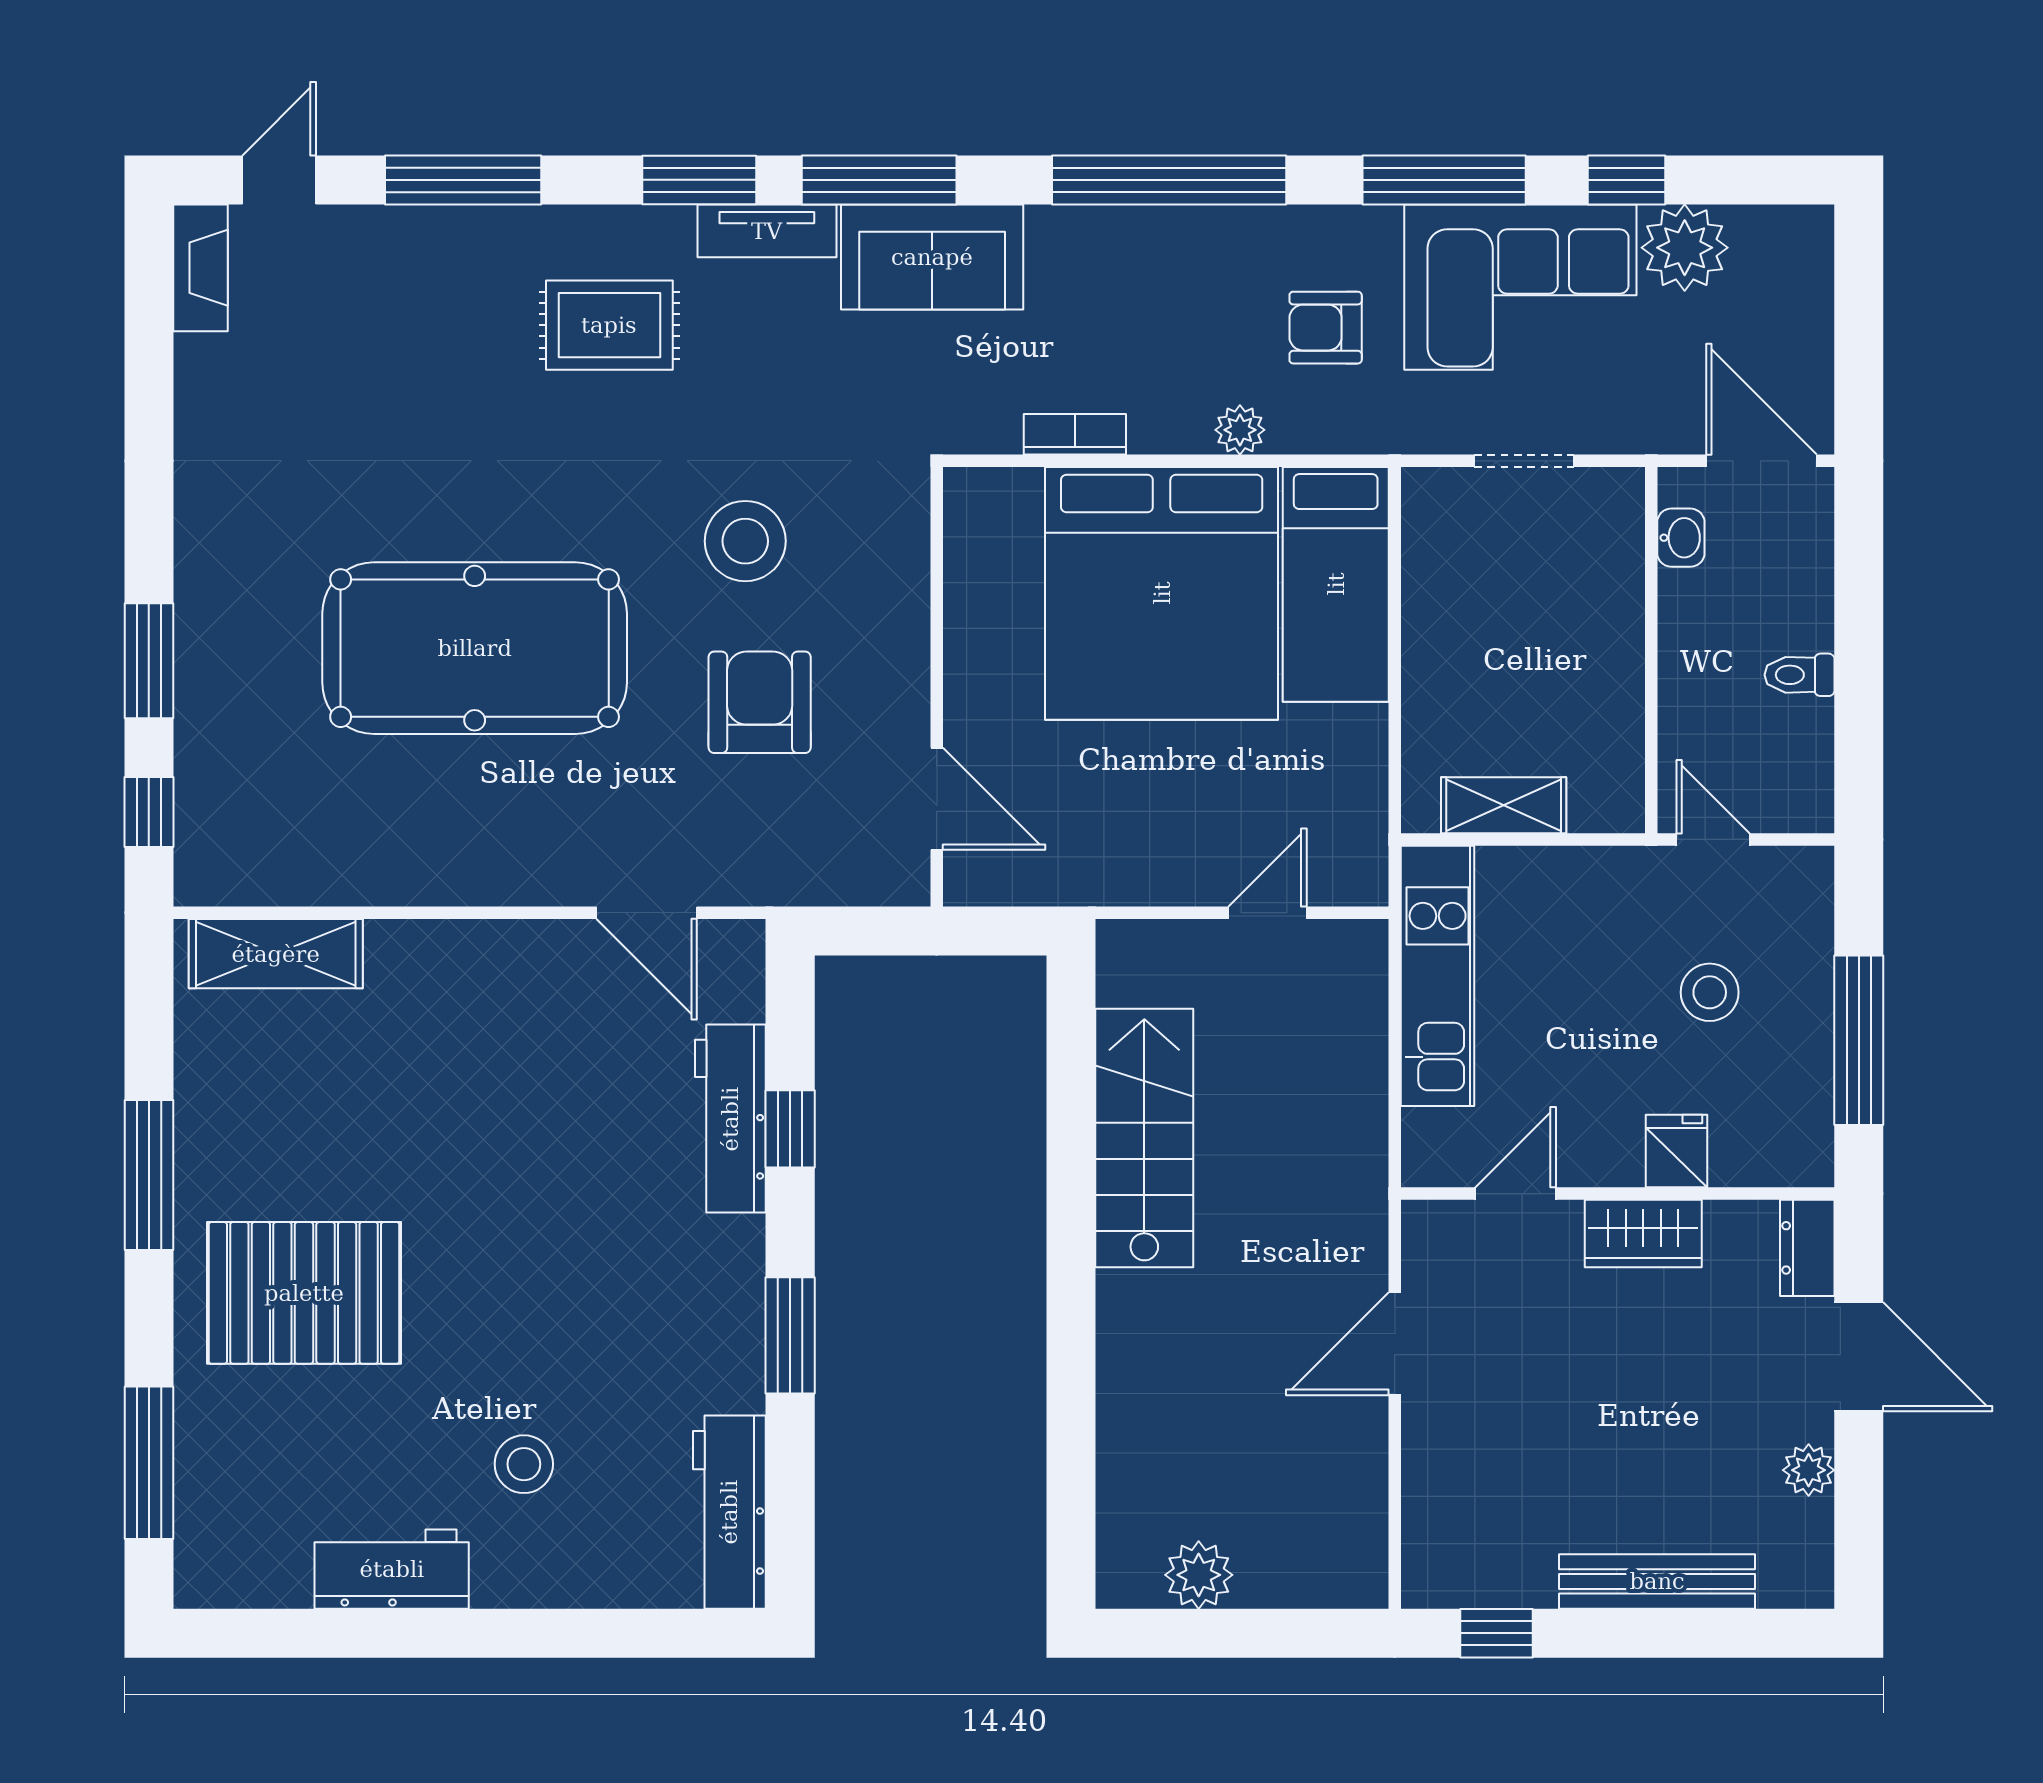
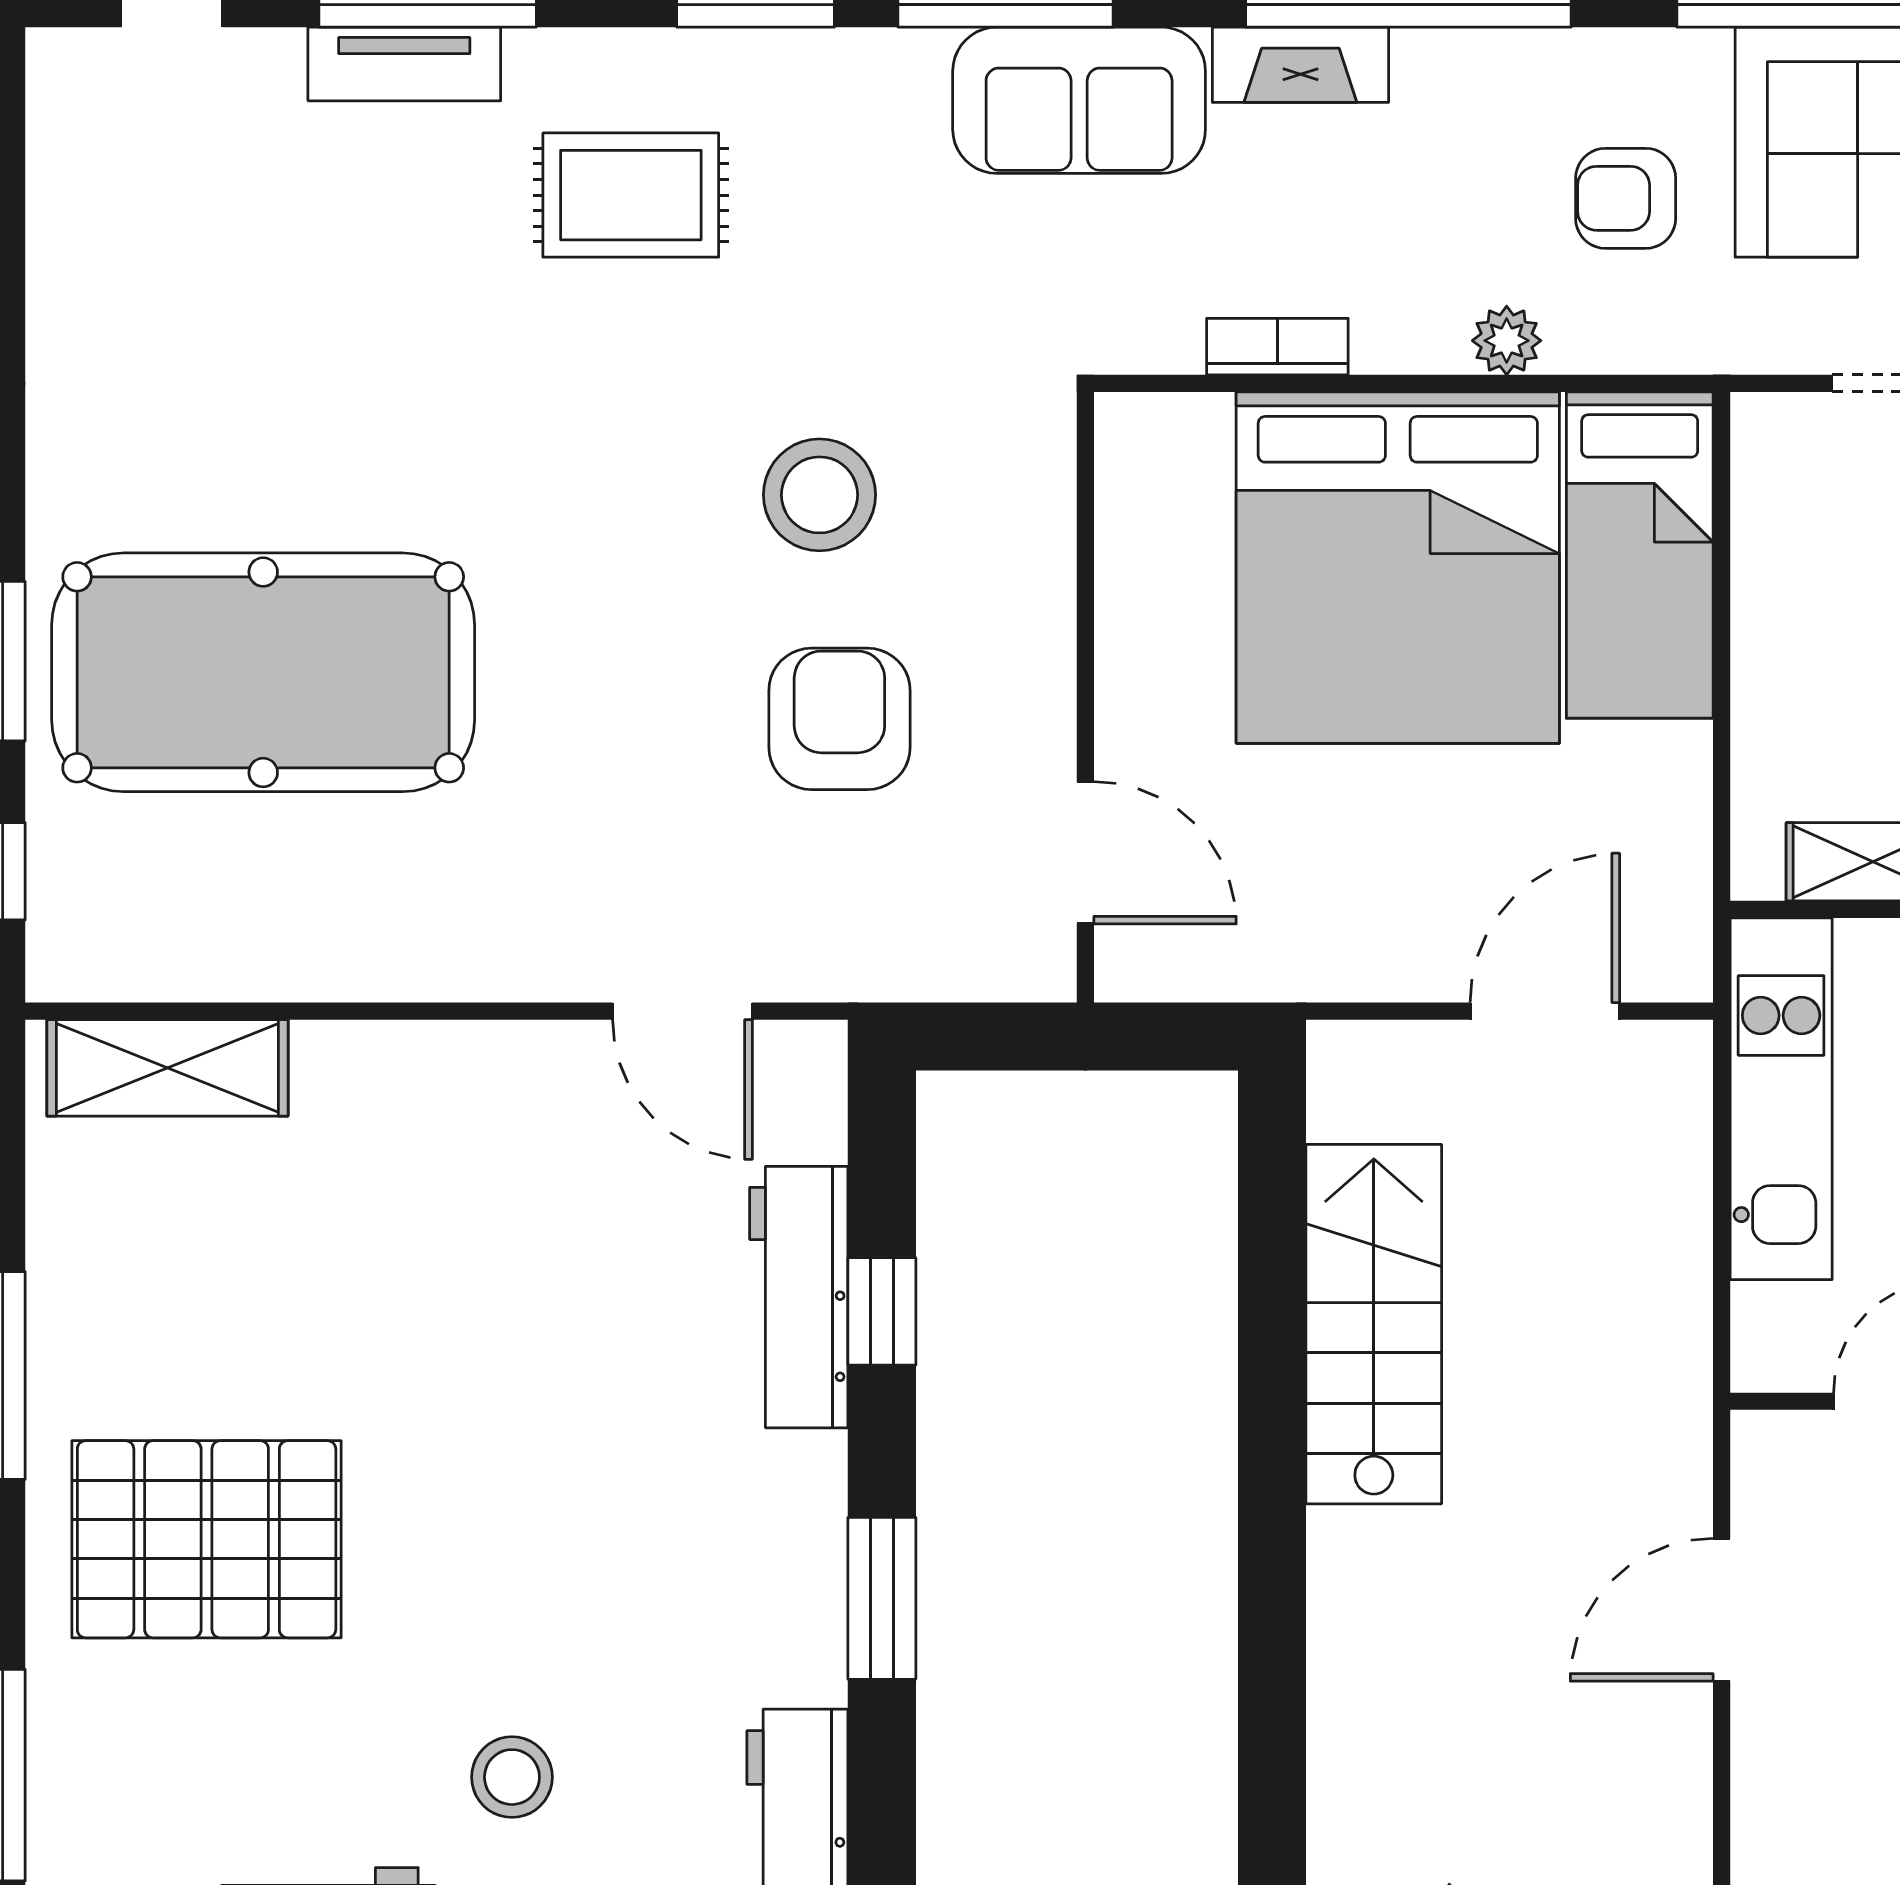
tv unit: (767, 231) -> (404, 64), moved
fireplace: (201, 268) -> (1300, 65), moved, turned 90
pool table: (475, 648) -> (263, 672), moved
door: (1267, 913) -> (1545, 1011), width x1.37

